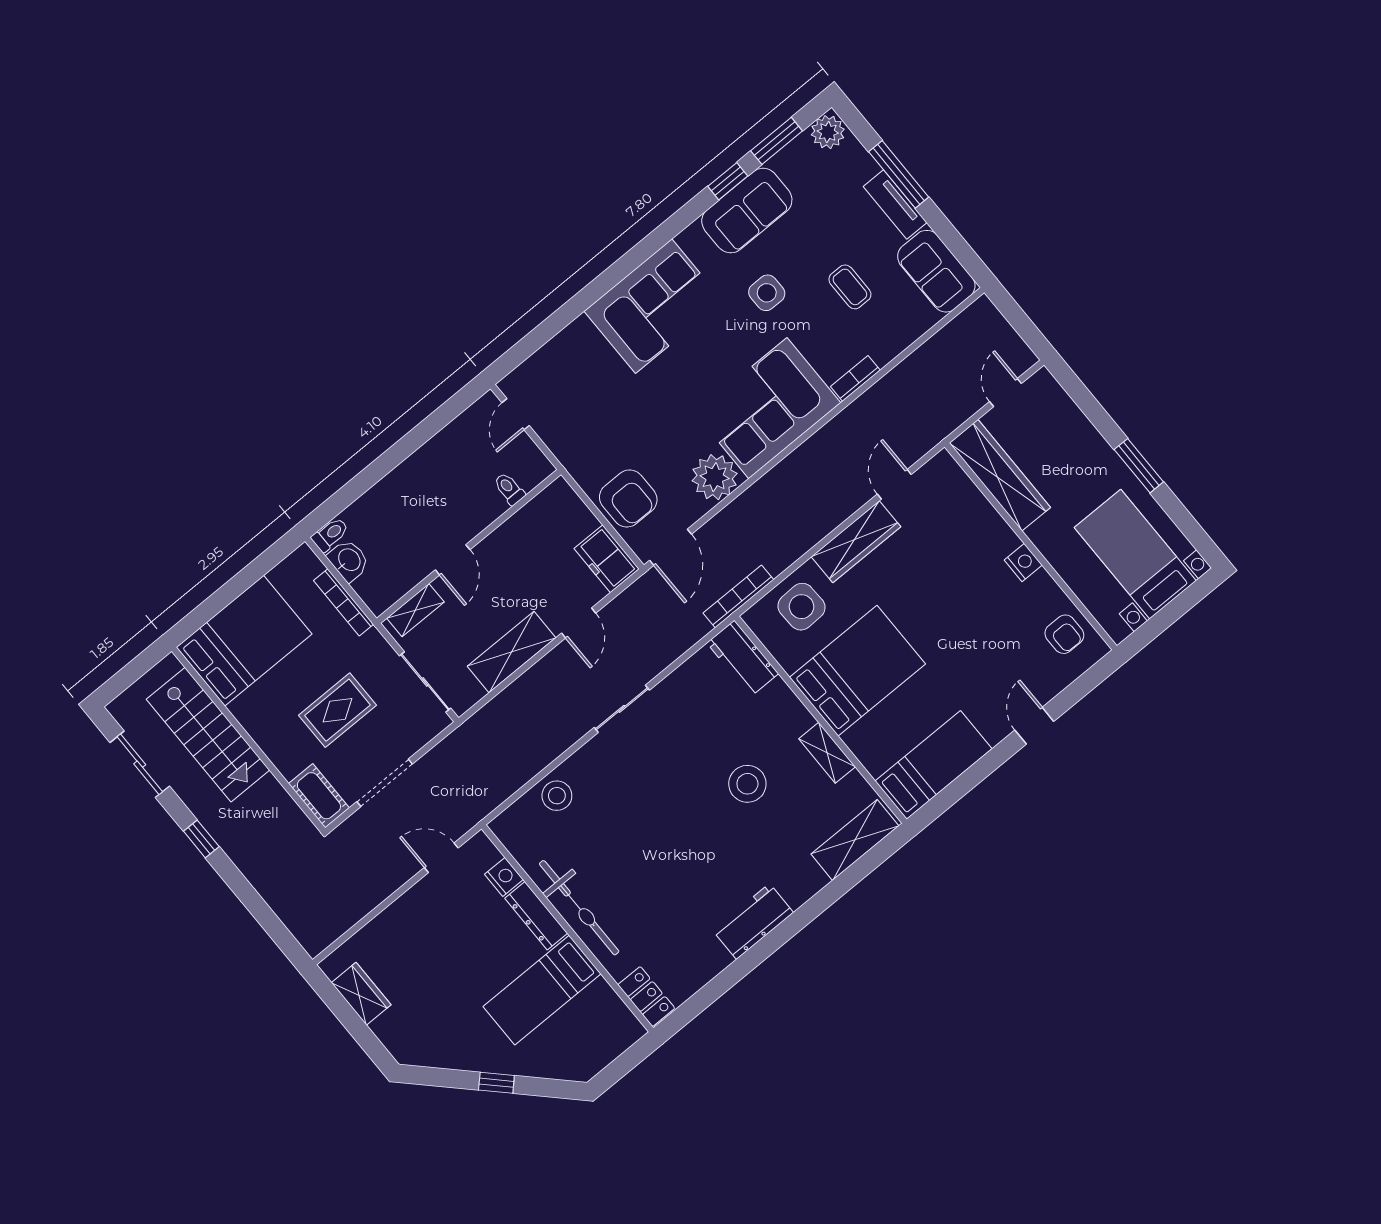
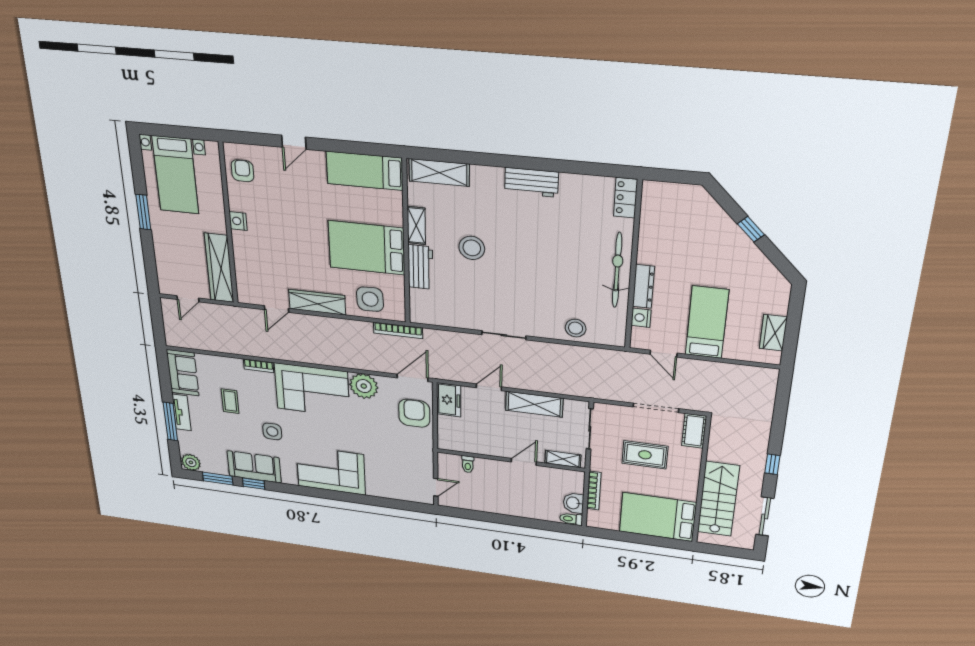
workbench: (743, 658) -> (420, 267), moved
bed: (542, 990) -> (707, 322), moved, turned -90

